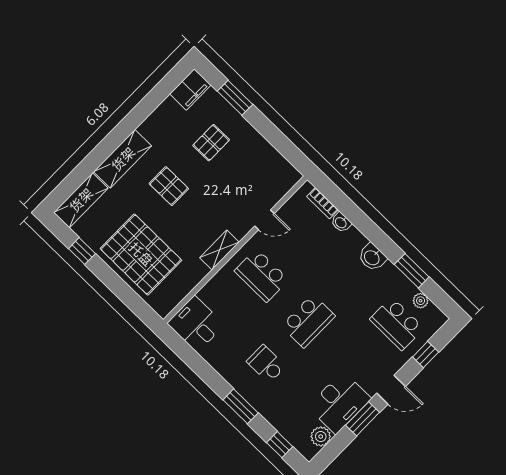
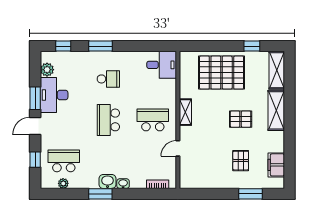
filing cabinet: (190, 89) -> (276, 165), moved
washbasin: (341, 222) -> (123, 184), moved
window: (412, 271) -> (100, 194), moved

